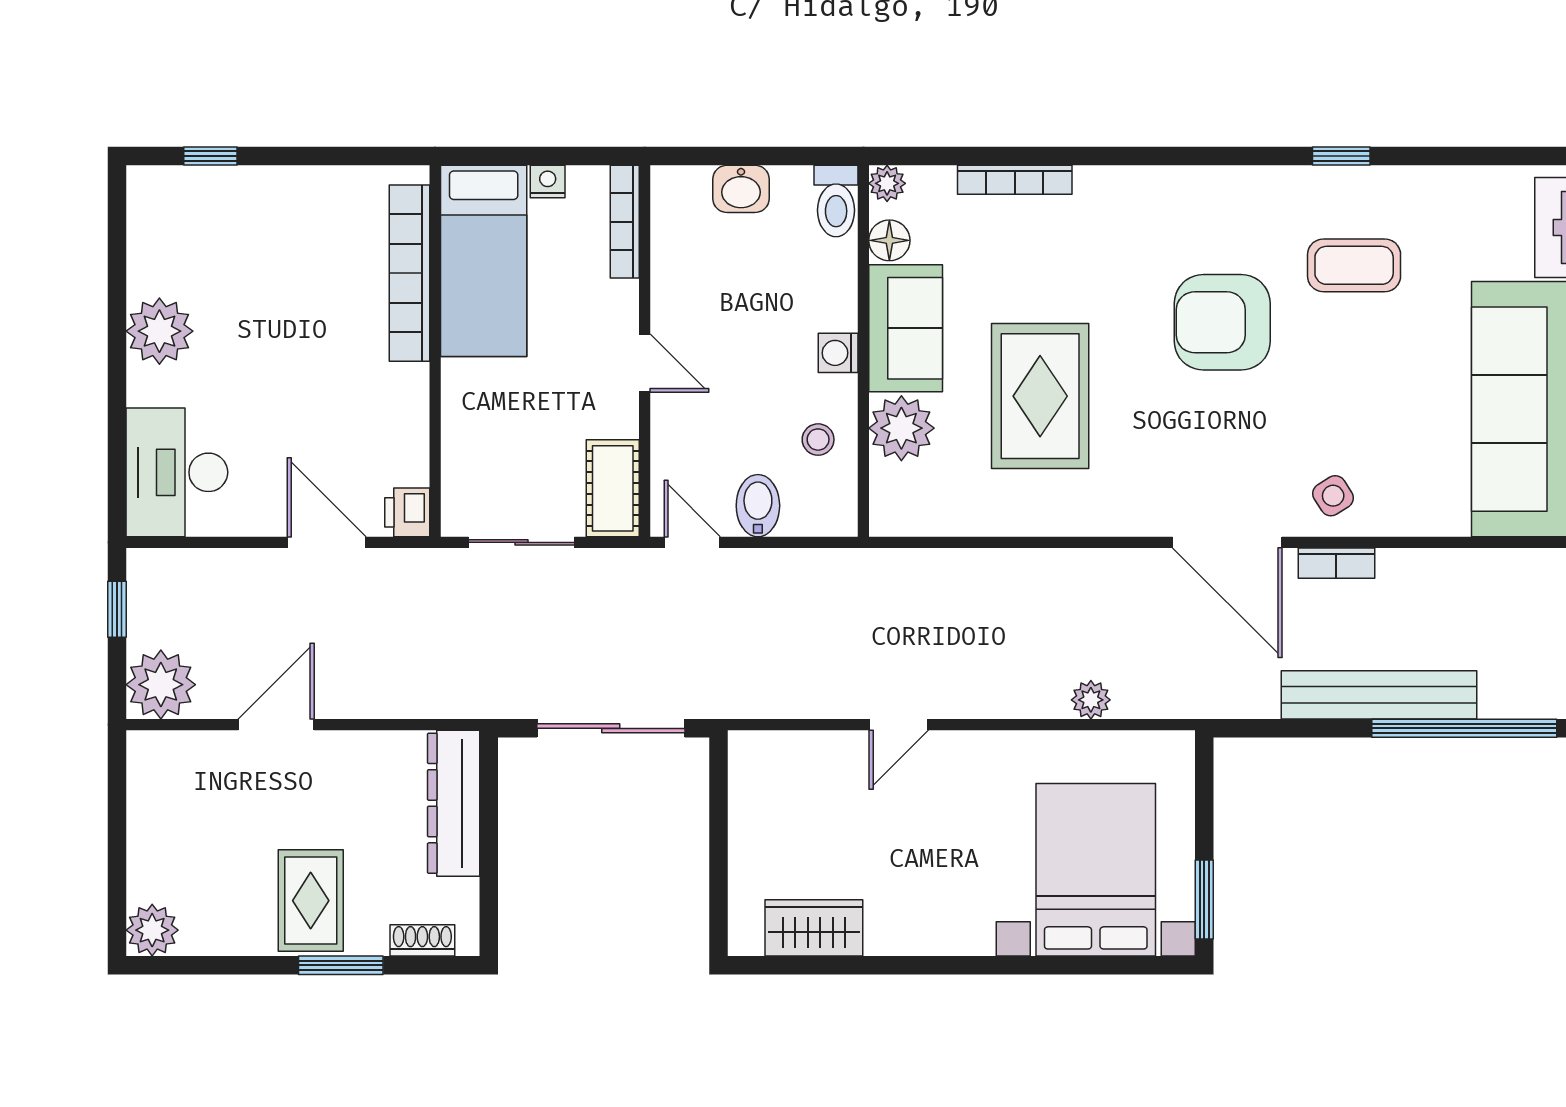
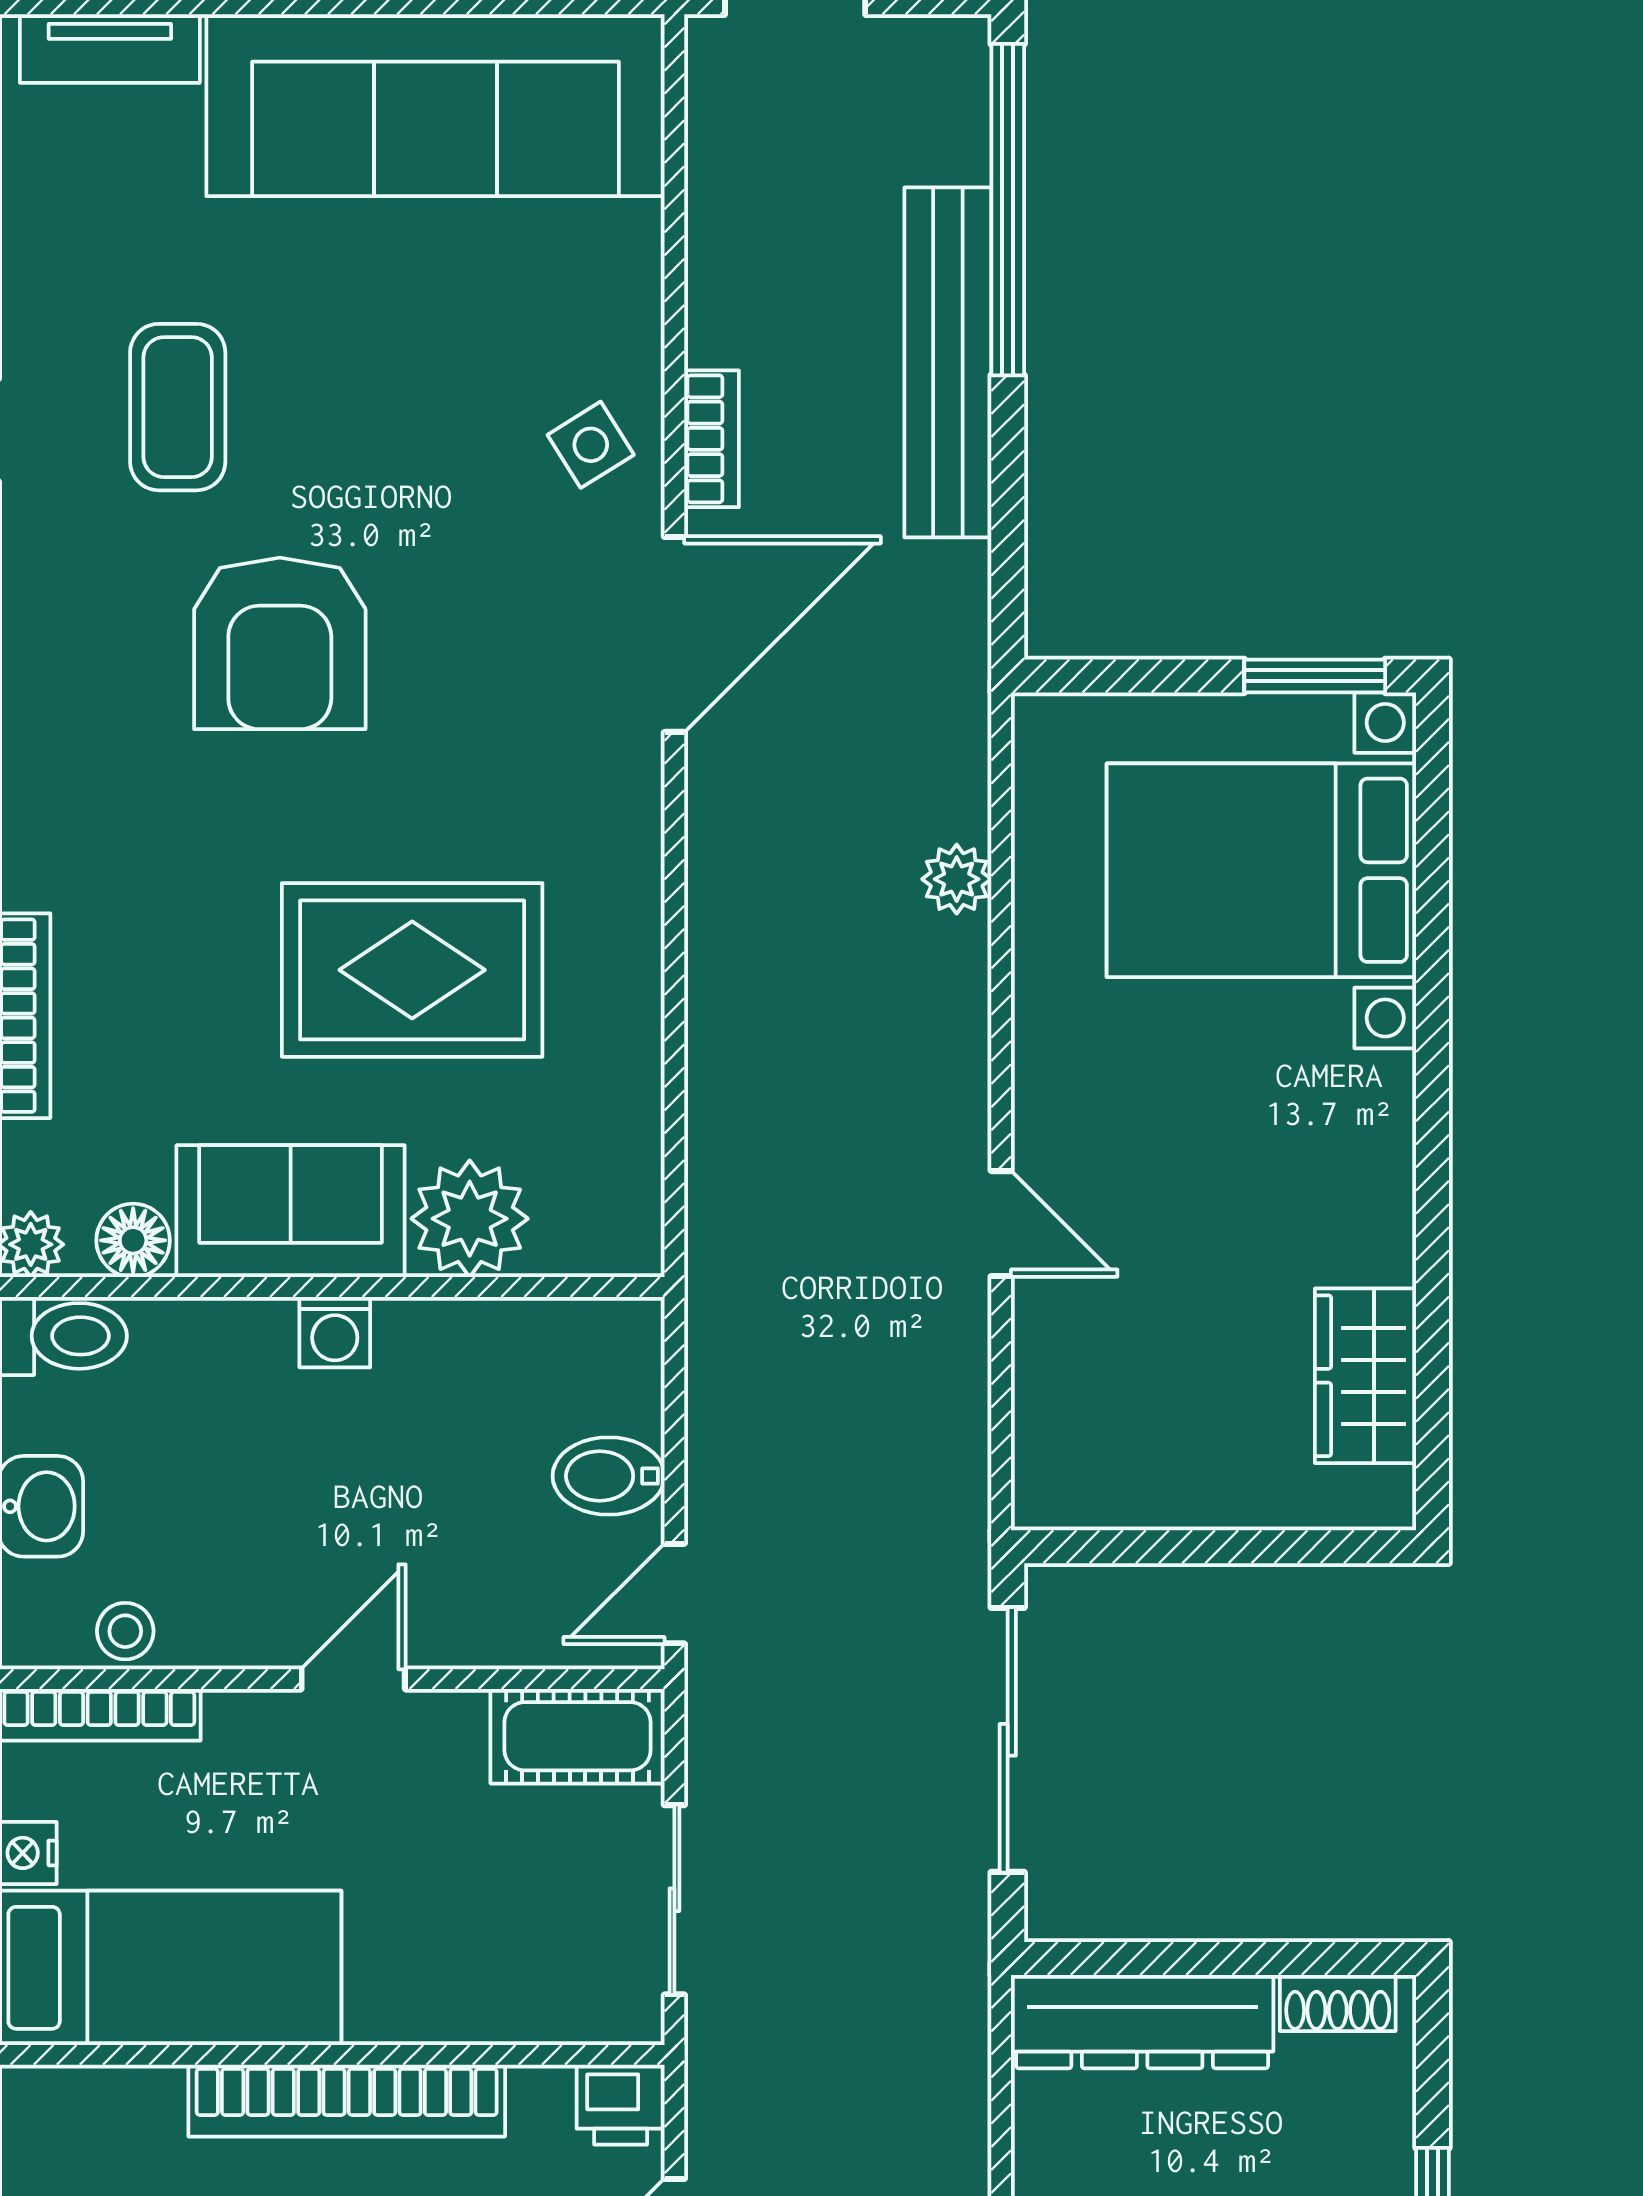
bookcase: (410, 273) -> (347, 2101), moved
stool: (818, 440) -> (125, 1631), moved
shoe rack: (422, 940) -> (1338, 2003), moved, turned -90

